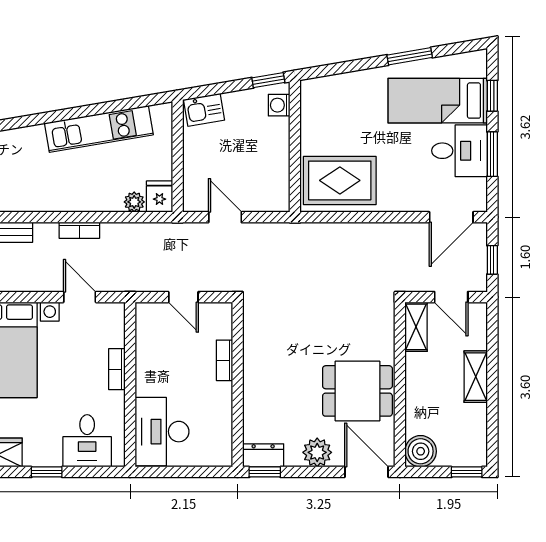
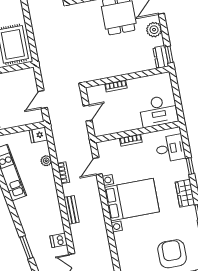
plant: (134, 202) -> (46, 161), moved

